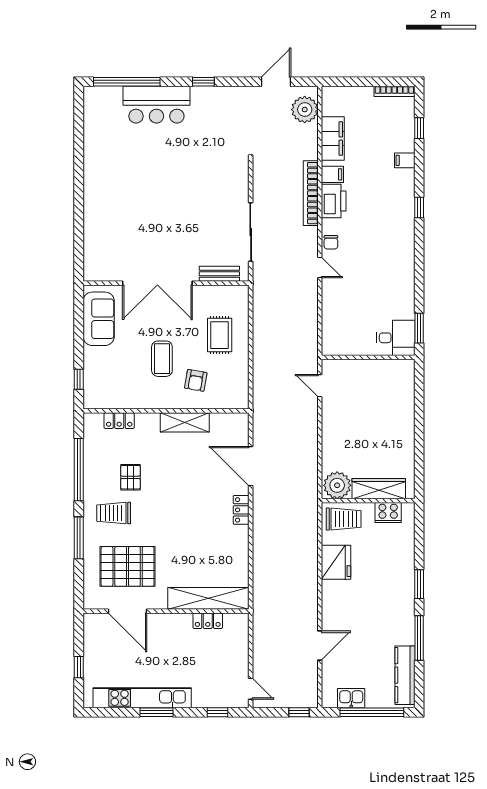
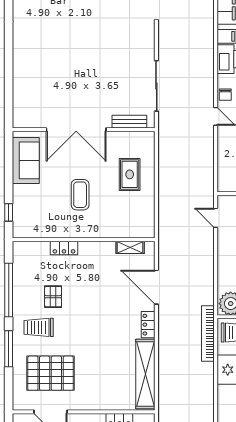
bookcase: (311, 193) -> (208, 333), moved
armchair: (196, 380) -> (109, 213), removed
locker: (119, 421) -> (64, 248), moved
shelving: (185, 422) -> (130, 247), moved, width x0.67, depth x0.75
shelving: (208, 598) -> (145, 374), moved, turned 90

